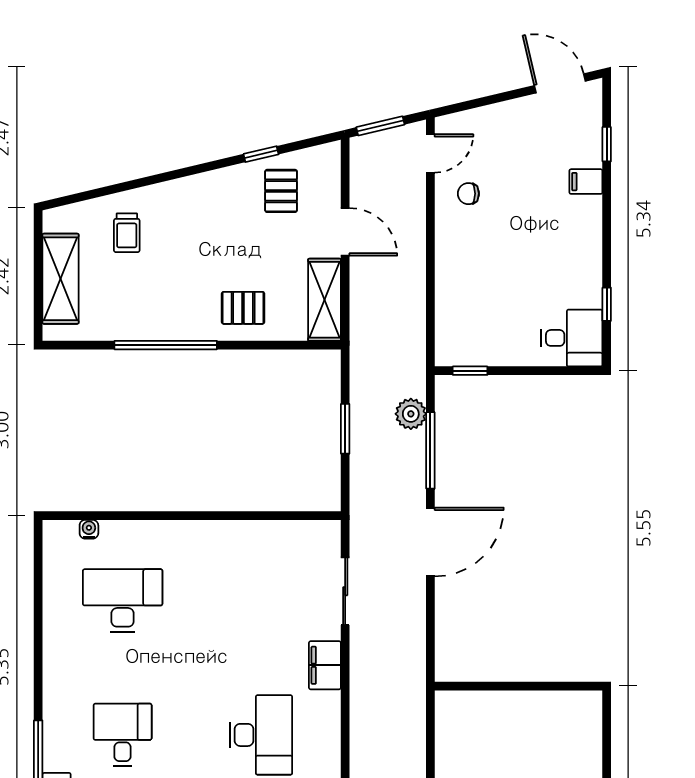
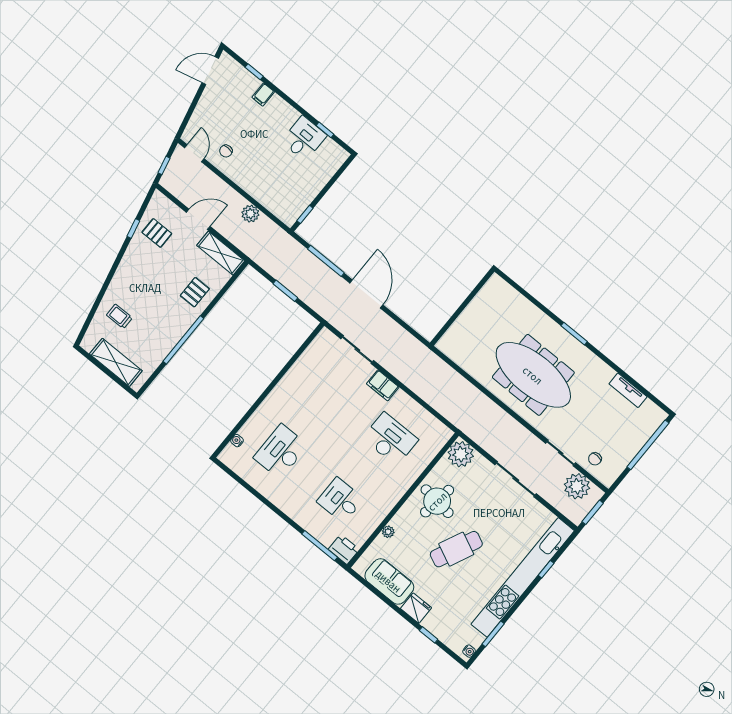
window: (380, 126) -> (164, 165), width x0.67
trolley: (127, 233) -> (119, 316), turned 180
desk: (572, 338) -> (304, 138), moved
plant: (411, 414) -> (250, 214), moved

